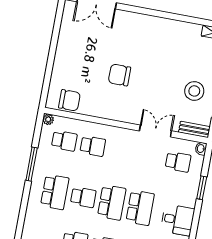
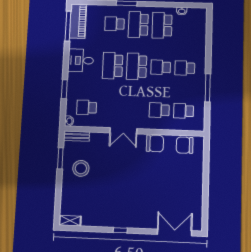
window: (158, 14) -> (120, 230), added
chair: (119, 75) -> (155, 143), moved
plant: (48, 119) -> (200, 127), removed
double door: (155, 131) -> (123, 131), moved
school desk: (55, 192) -> (185, 68), width x0.54

